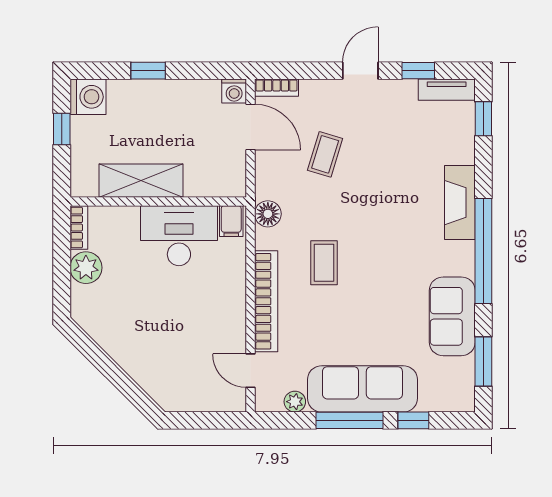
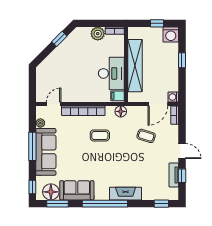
tv unit: (447, 90) -> (174, 175), moved
shelving: (141, 181) -> (135, 66), width x1.47
window: (98, 357) -> (59, 39), added
floor lamp: (456, 377) -> (51, 192), added
window: (413, 420) -> (32, 187), moved

